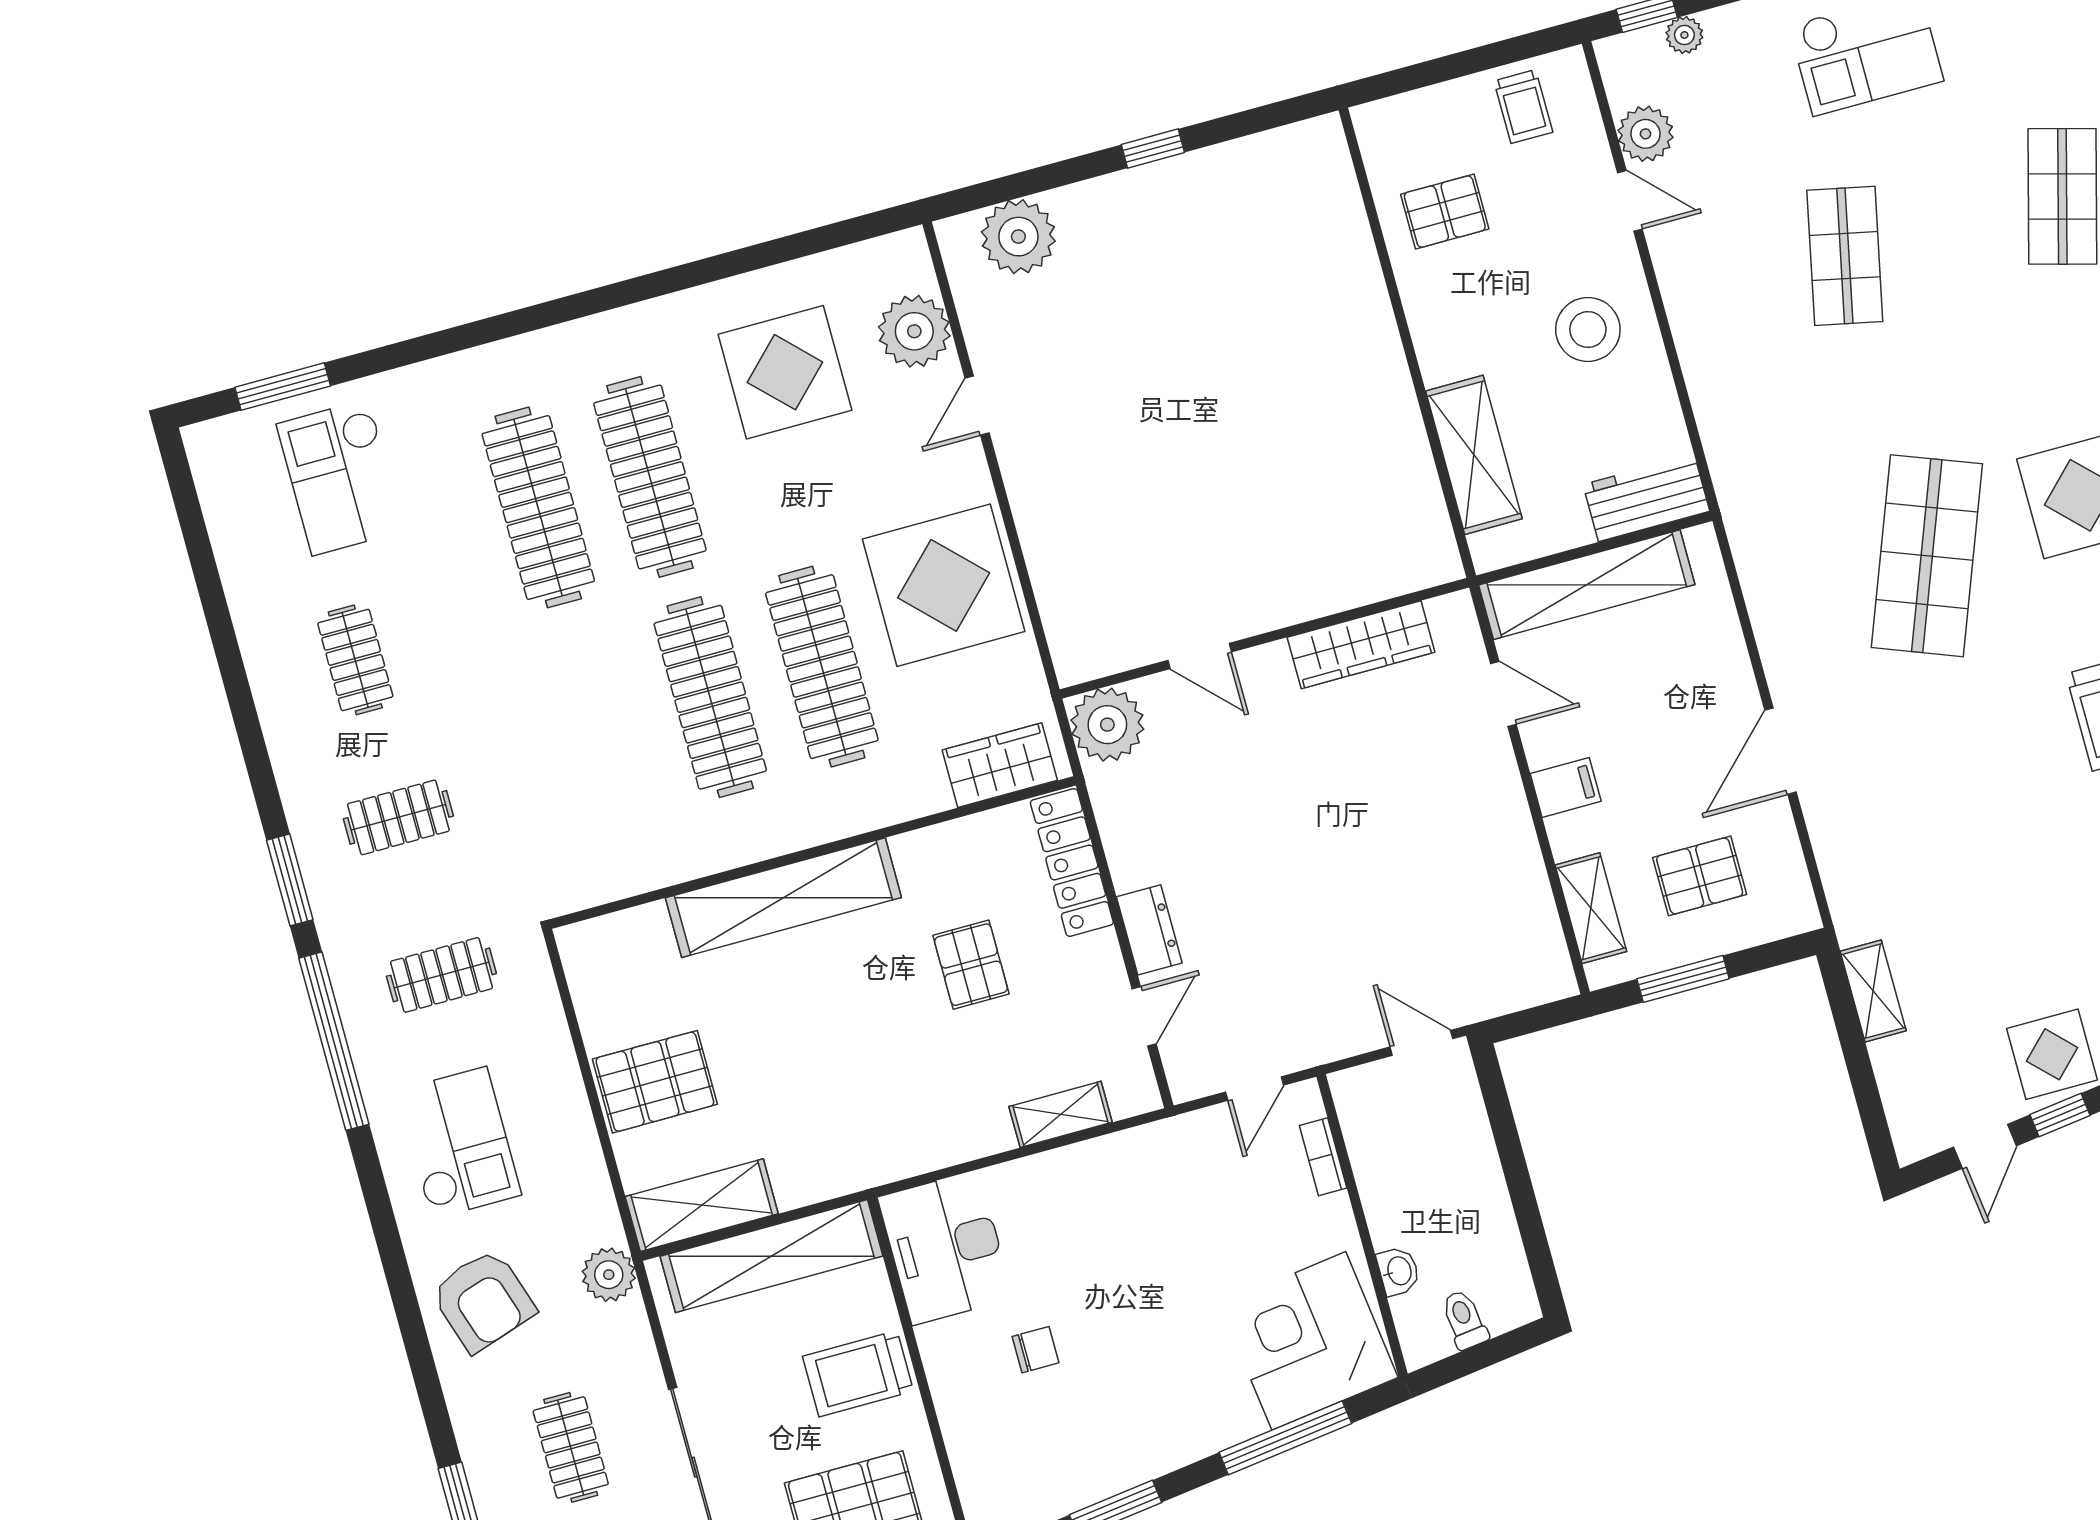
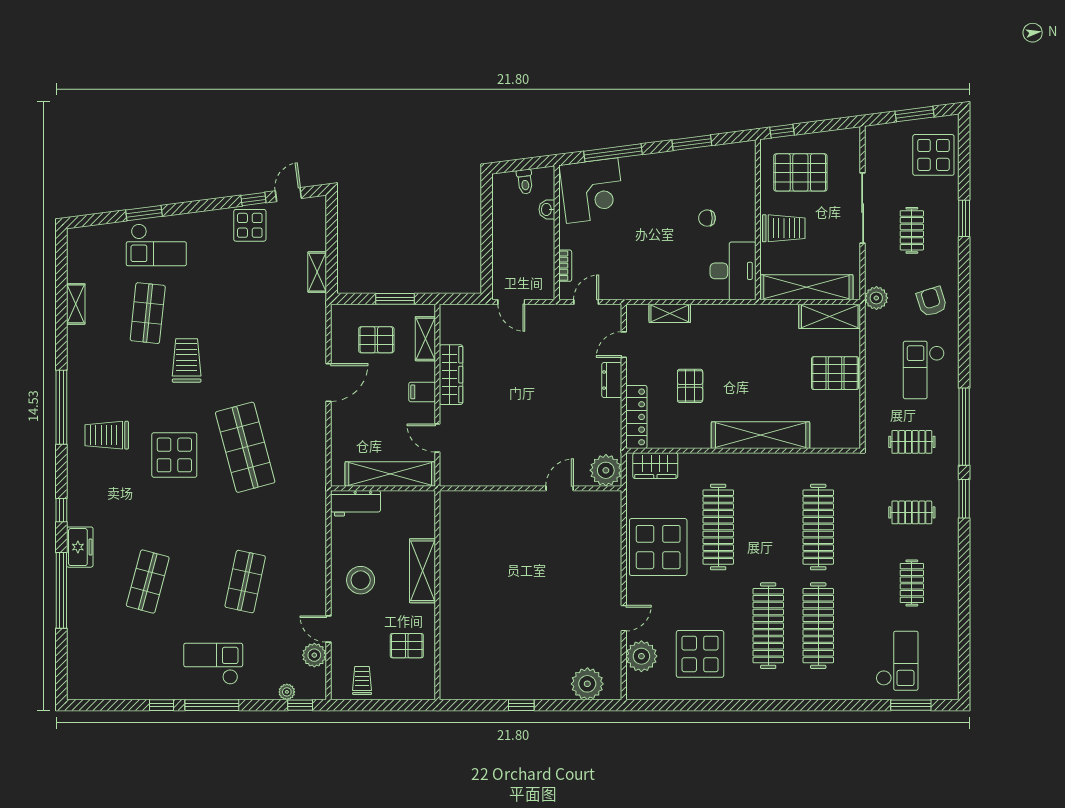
shelving: (1474, 455) -> (422, 571), moved
shop shelf: (1927, 556) -> (245, 447), turned -36
wardrobe: (1361, 645) -> (451, 375), moved, turned 90
door: (1200, 656) -> (560, 488), hinge flipped
clothes rail: (710, 697) -> (818, 527), moved
armchair: (483, 1300) -> (932, 302), width x0.72, depth x0.72

